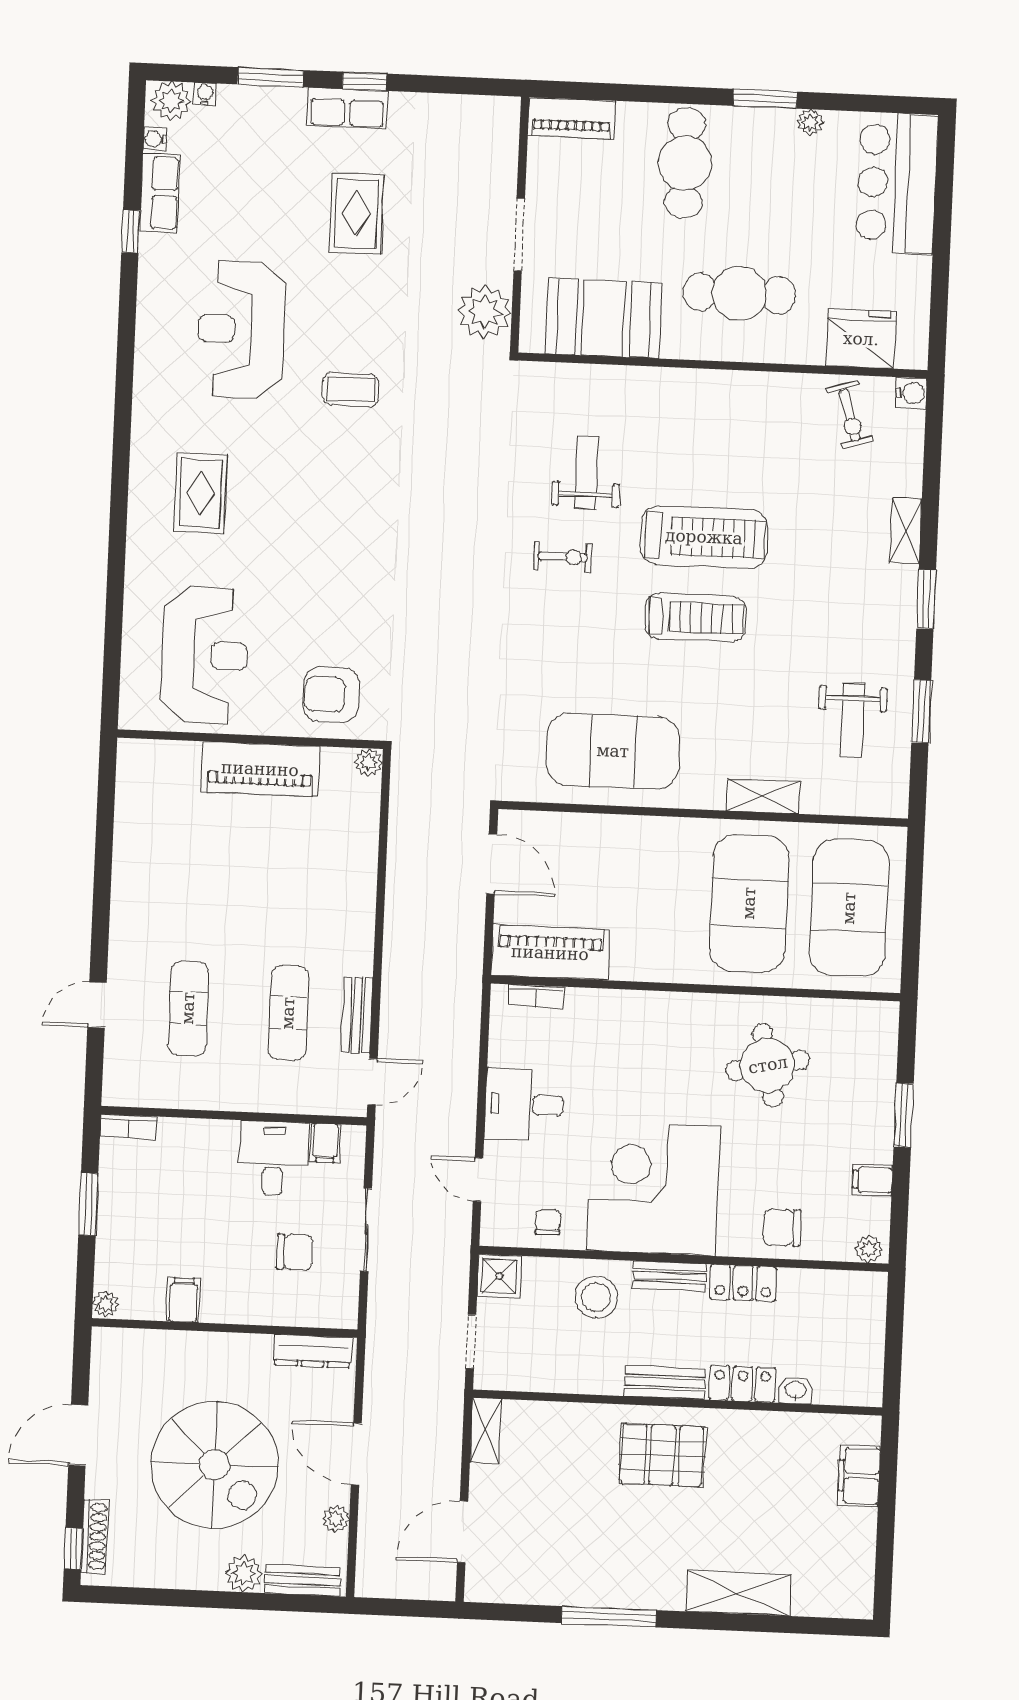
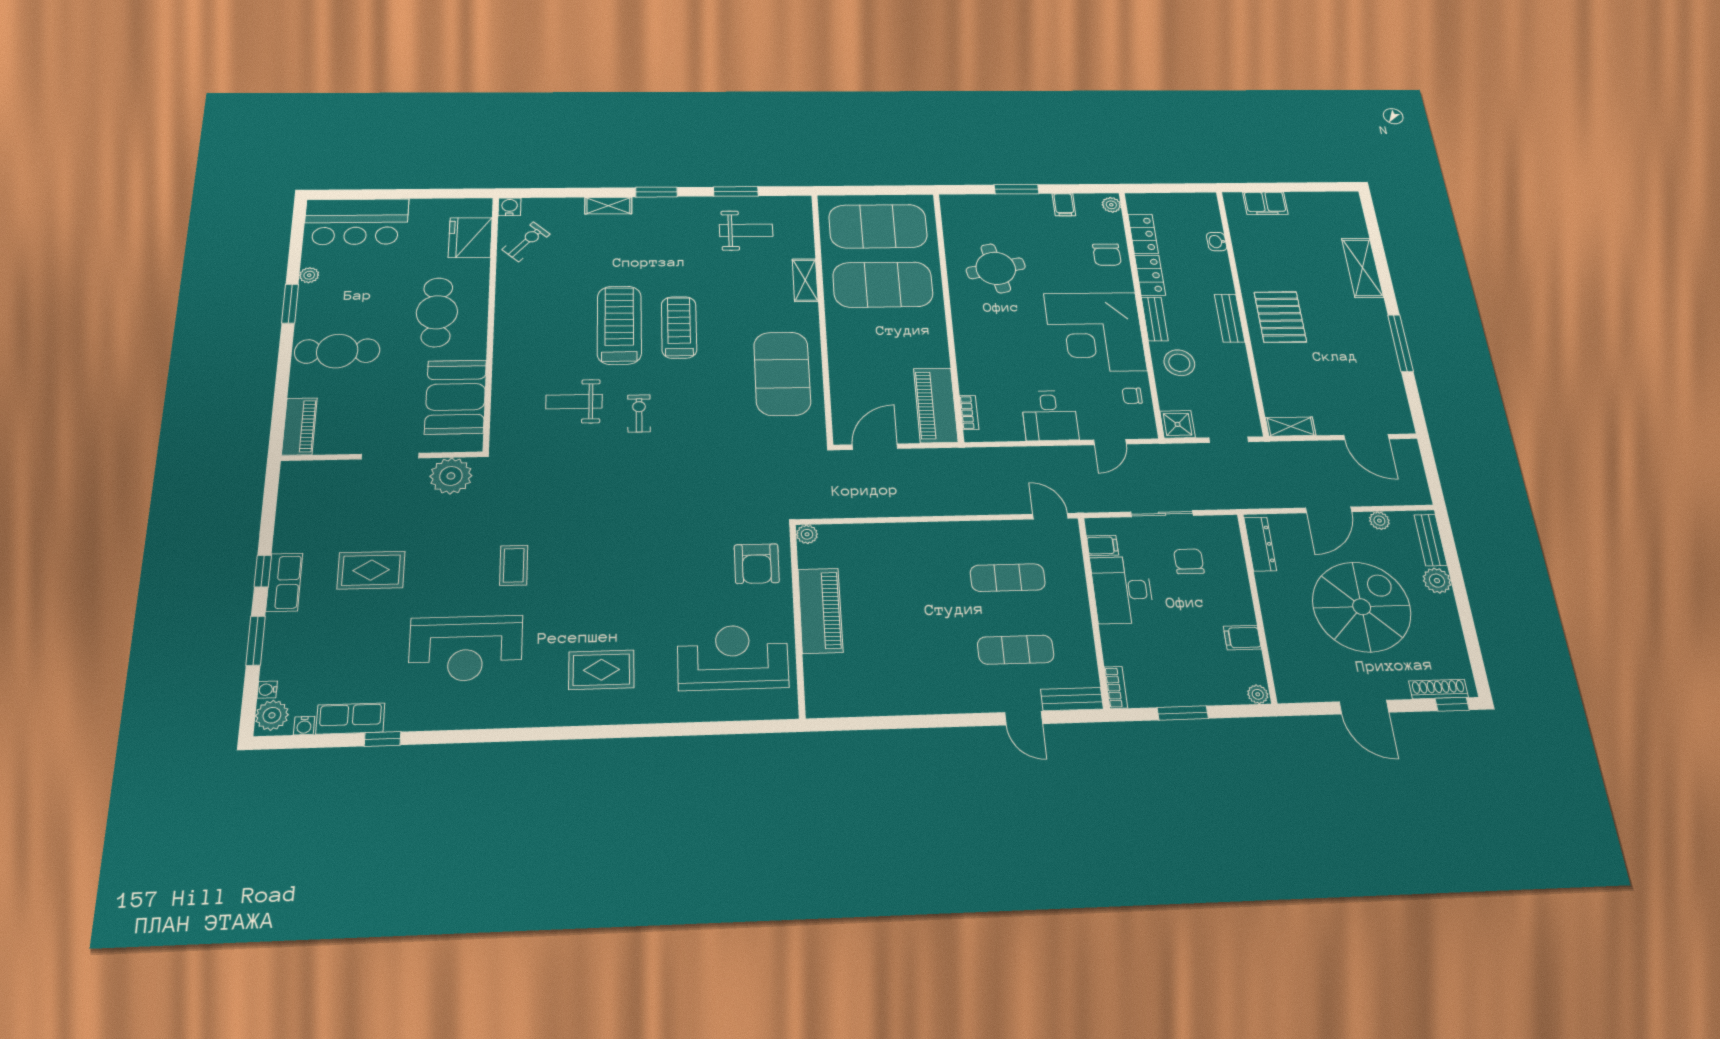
exercise bike: (850, 415) -> (526, 242), turned -31
bench: (357, 1015) -> (1072, 699), moved
desk: (273, 1158) -> (1122, 590), width x1.37
locker: (742, 1384) -> (1143, 234), moved, turned 180

